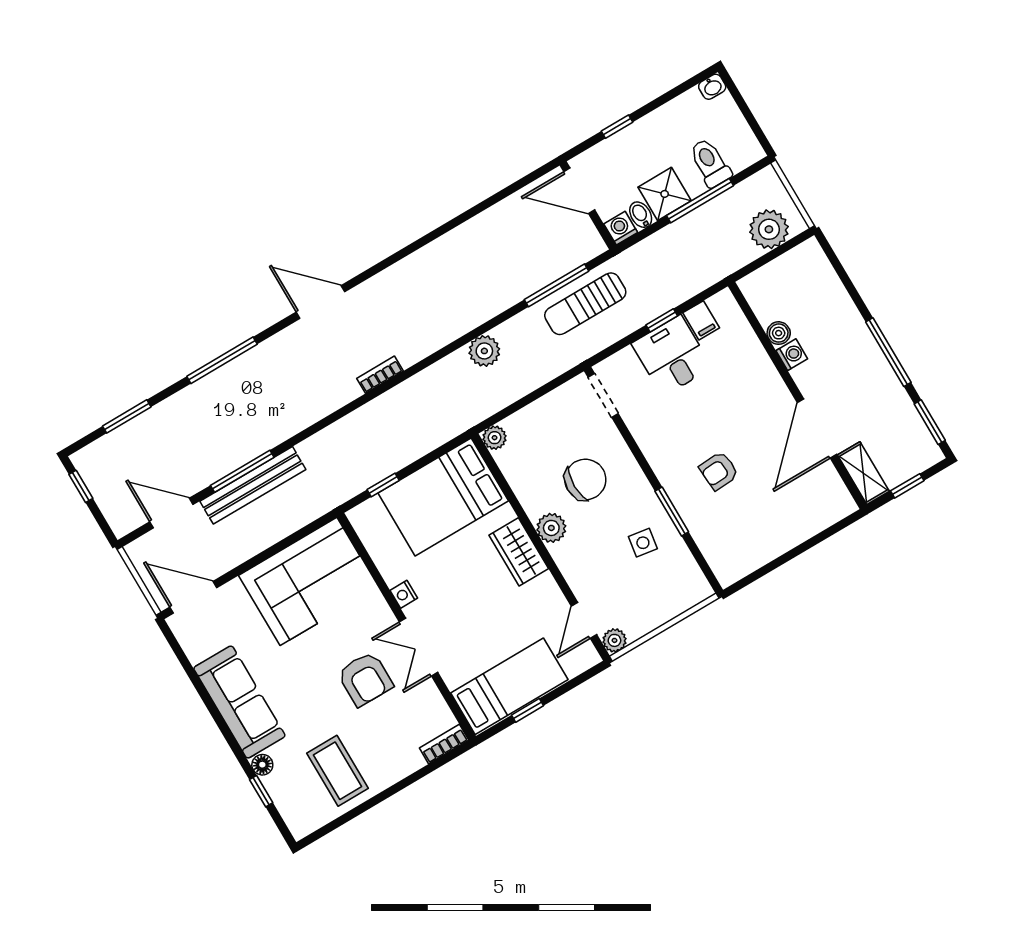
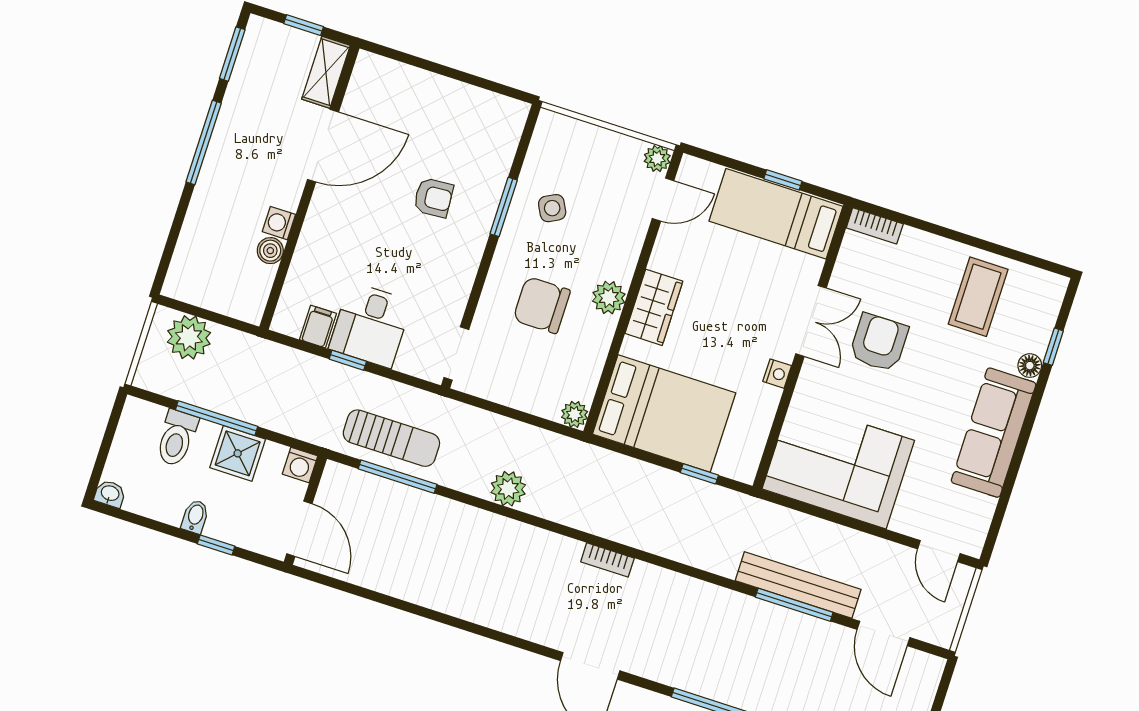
bidet: (641, 215) -> (195, 517), moved, turned 180
side table: (643, 543) -> (552, 208), turned -37
door: (193, 597) -> (939, 551), width x0.73

